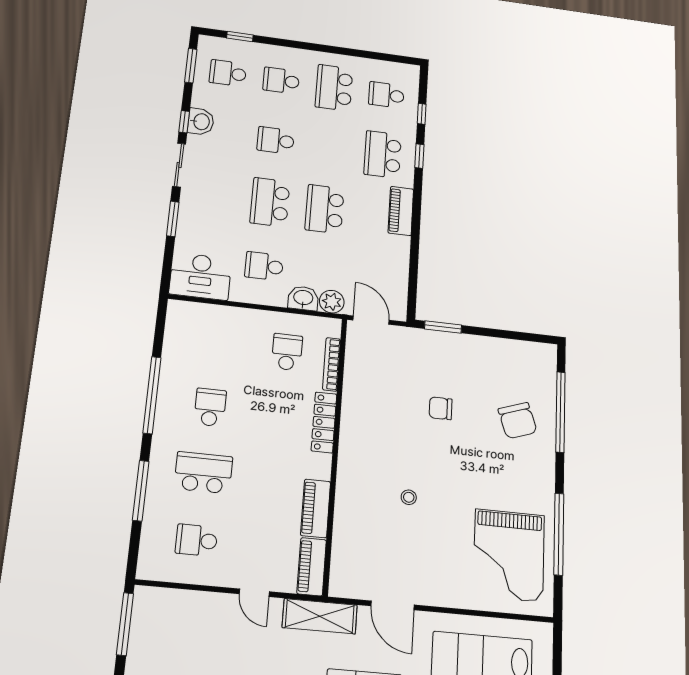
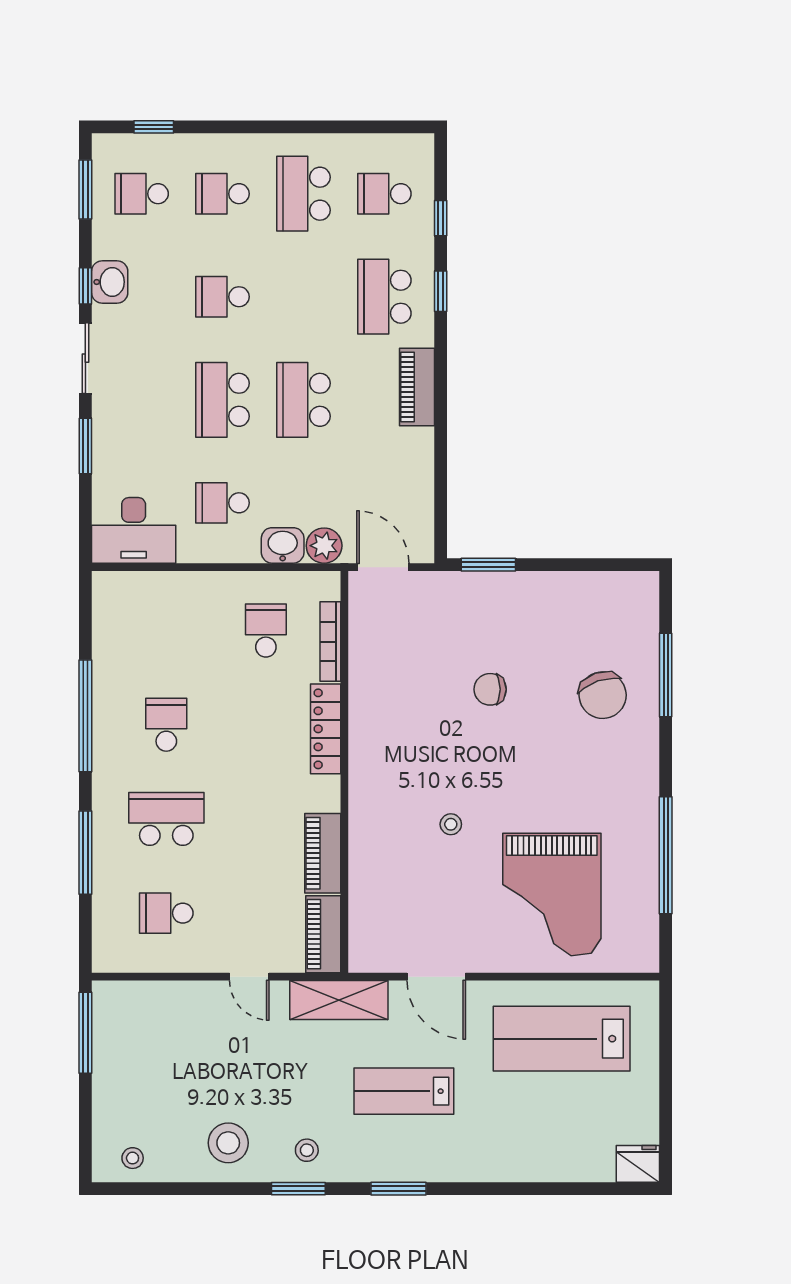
window: (560, 412) -> (666, 675), width x0.68
grand piano: (509, 555) -> (552, 895), moved

